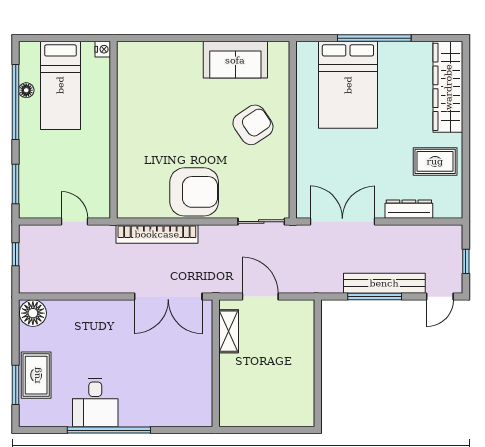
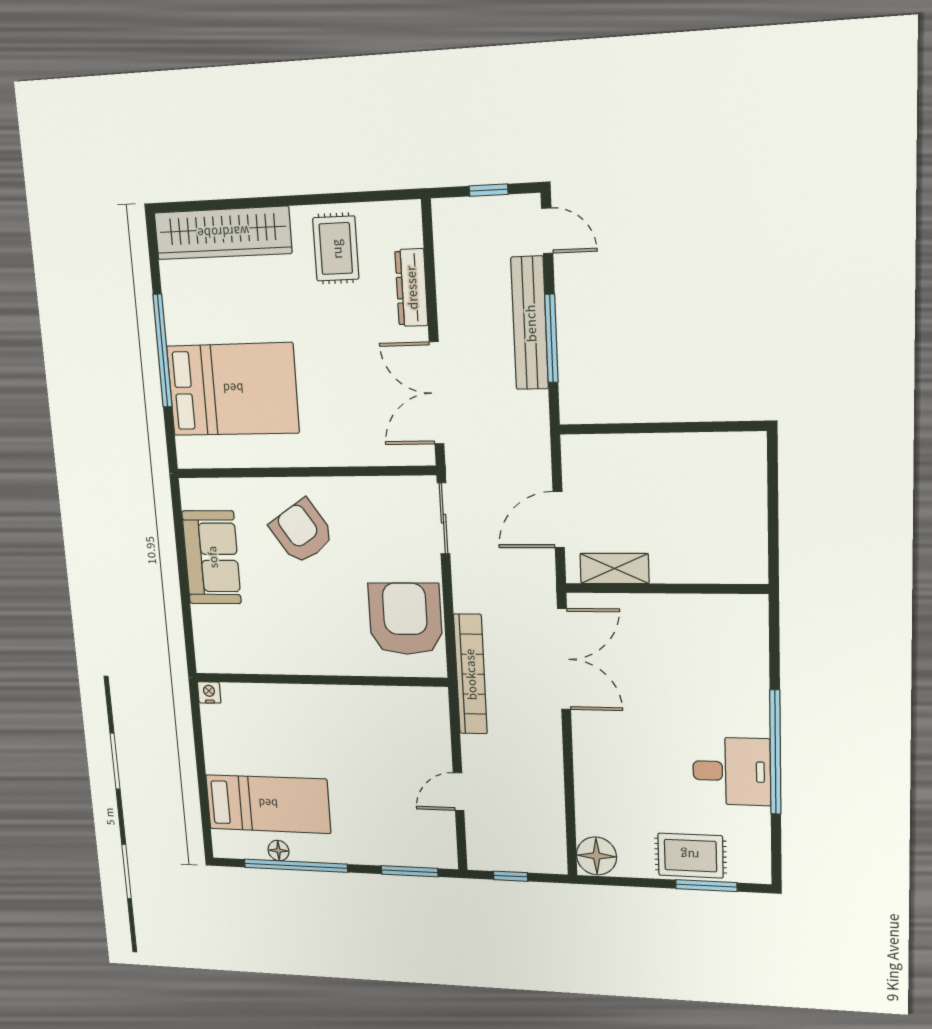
nightstand: (103, 49) -> (209, 692), moved
wall: (114, 130) -> (320, 680), moved

